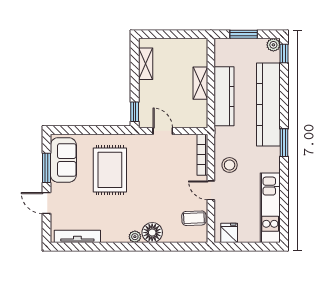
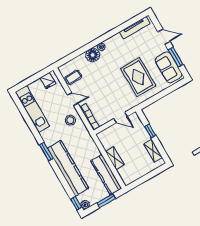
kitchen counter: (224, 96) -> (106, 175), moved
window: (135, 112) -> (150, 131), moved

